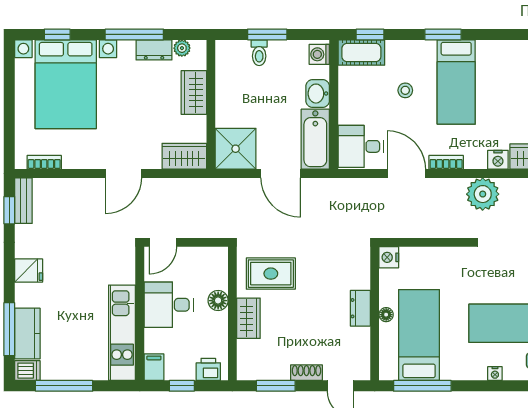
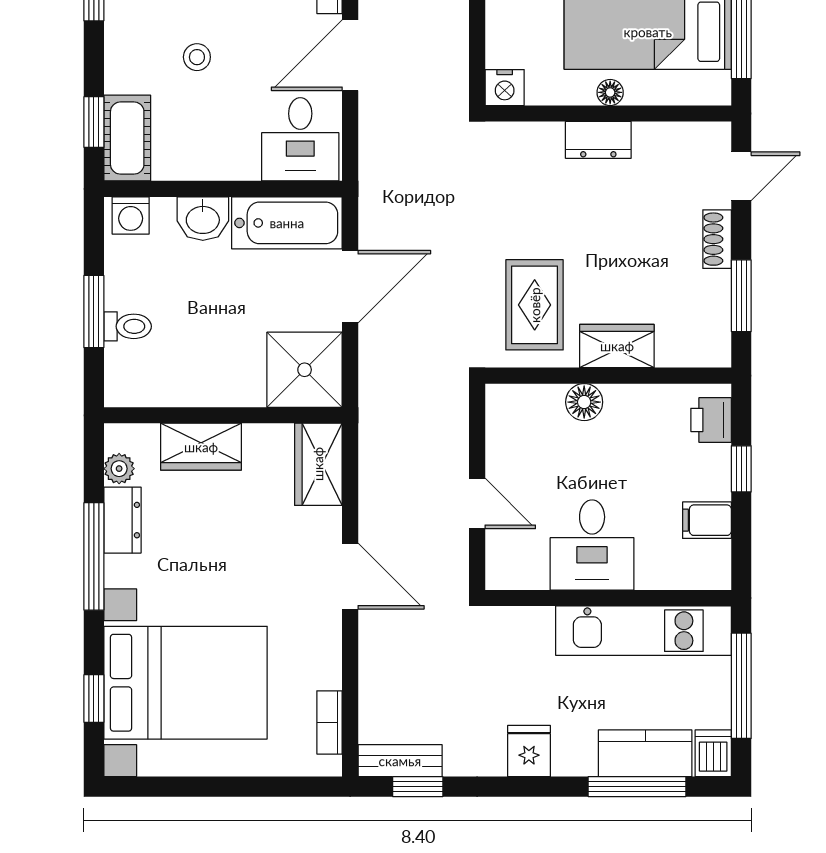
desk: (169, 305) -> (592, 545), moved
wall: (140, 314) -> (608, 598), moved
kitchen unit: (122, 333) -> (644, 631), moved

